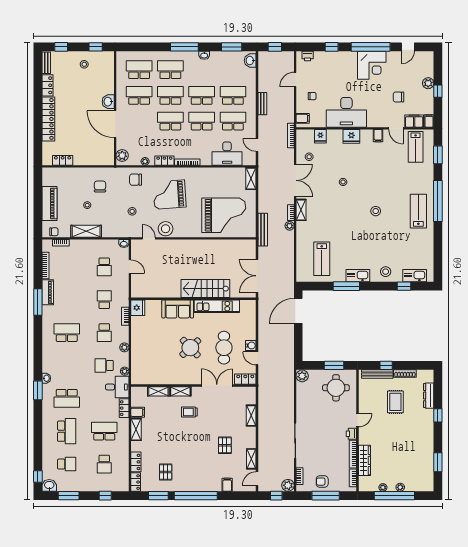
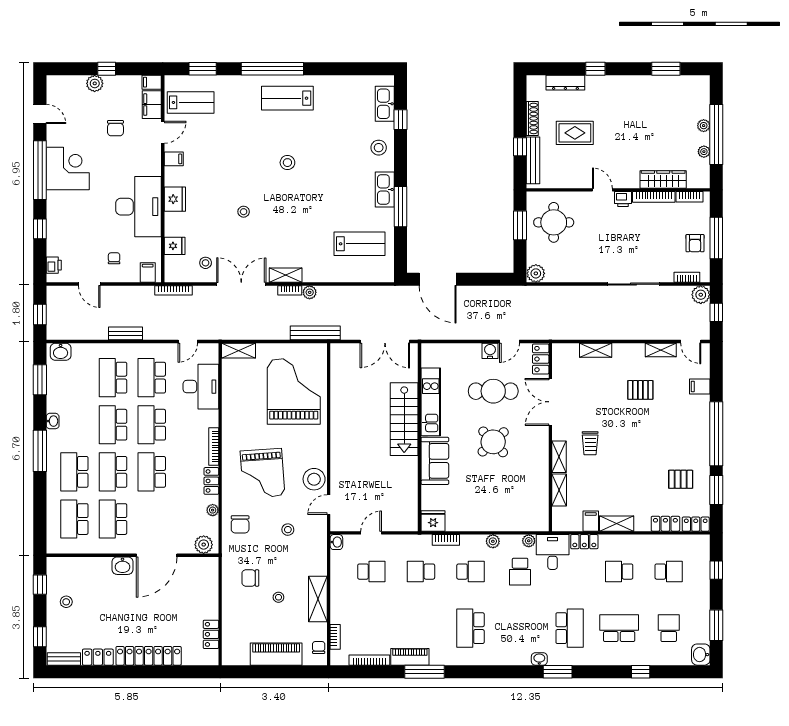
school desk: (104, 431) -> (619, 572), width x0.54
window: (38, 476) -> (641, 672), moved

